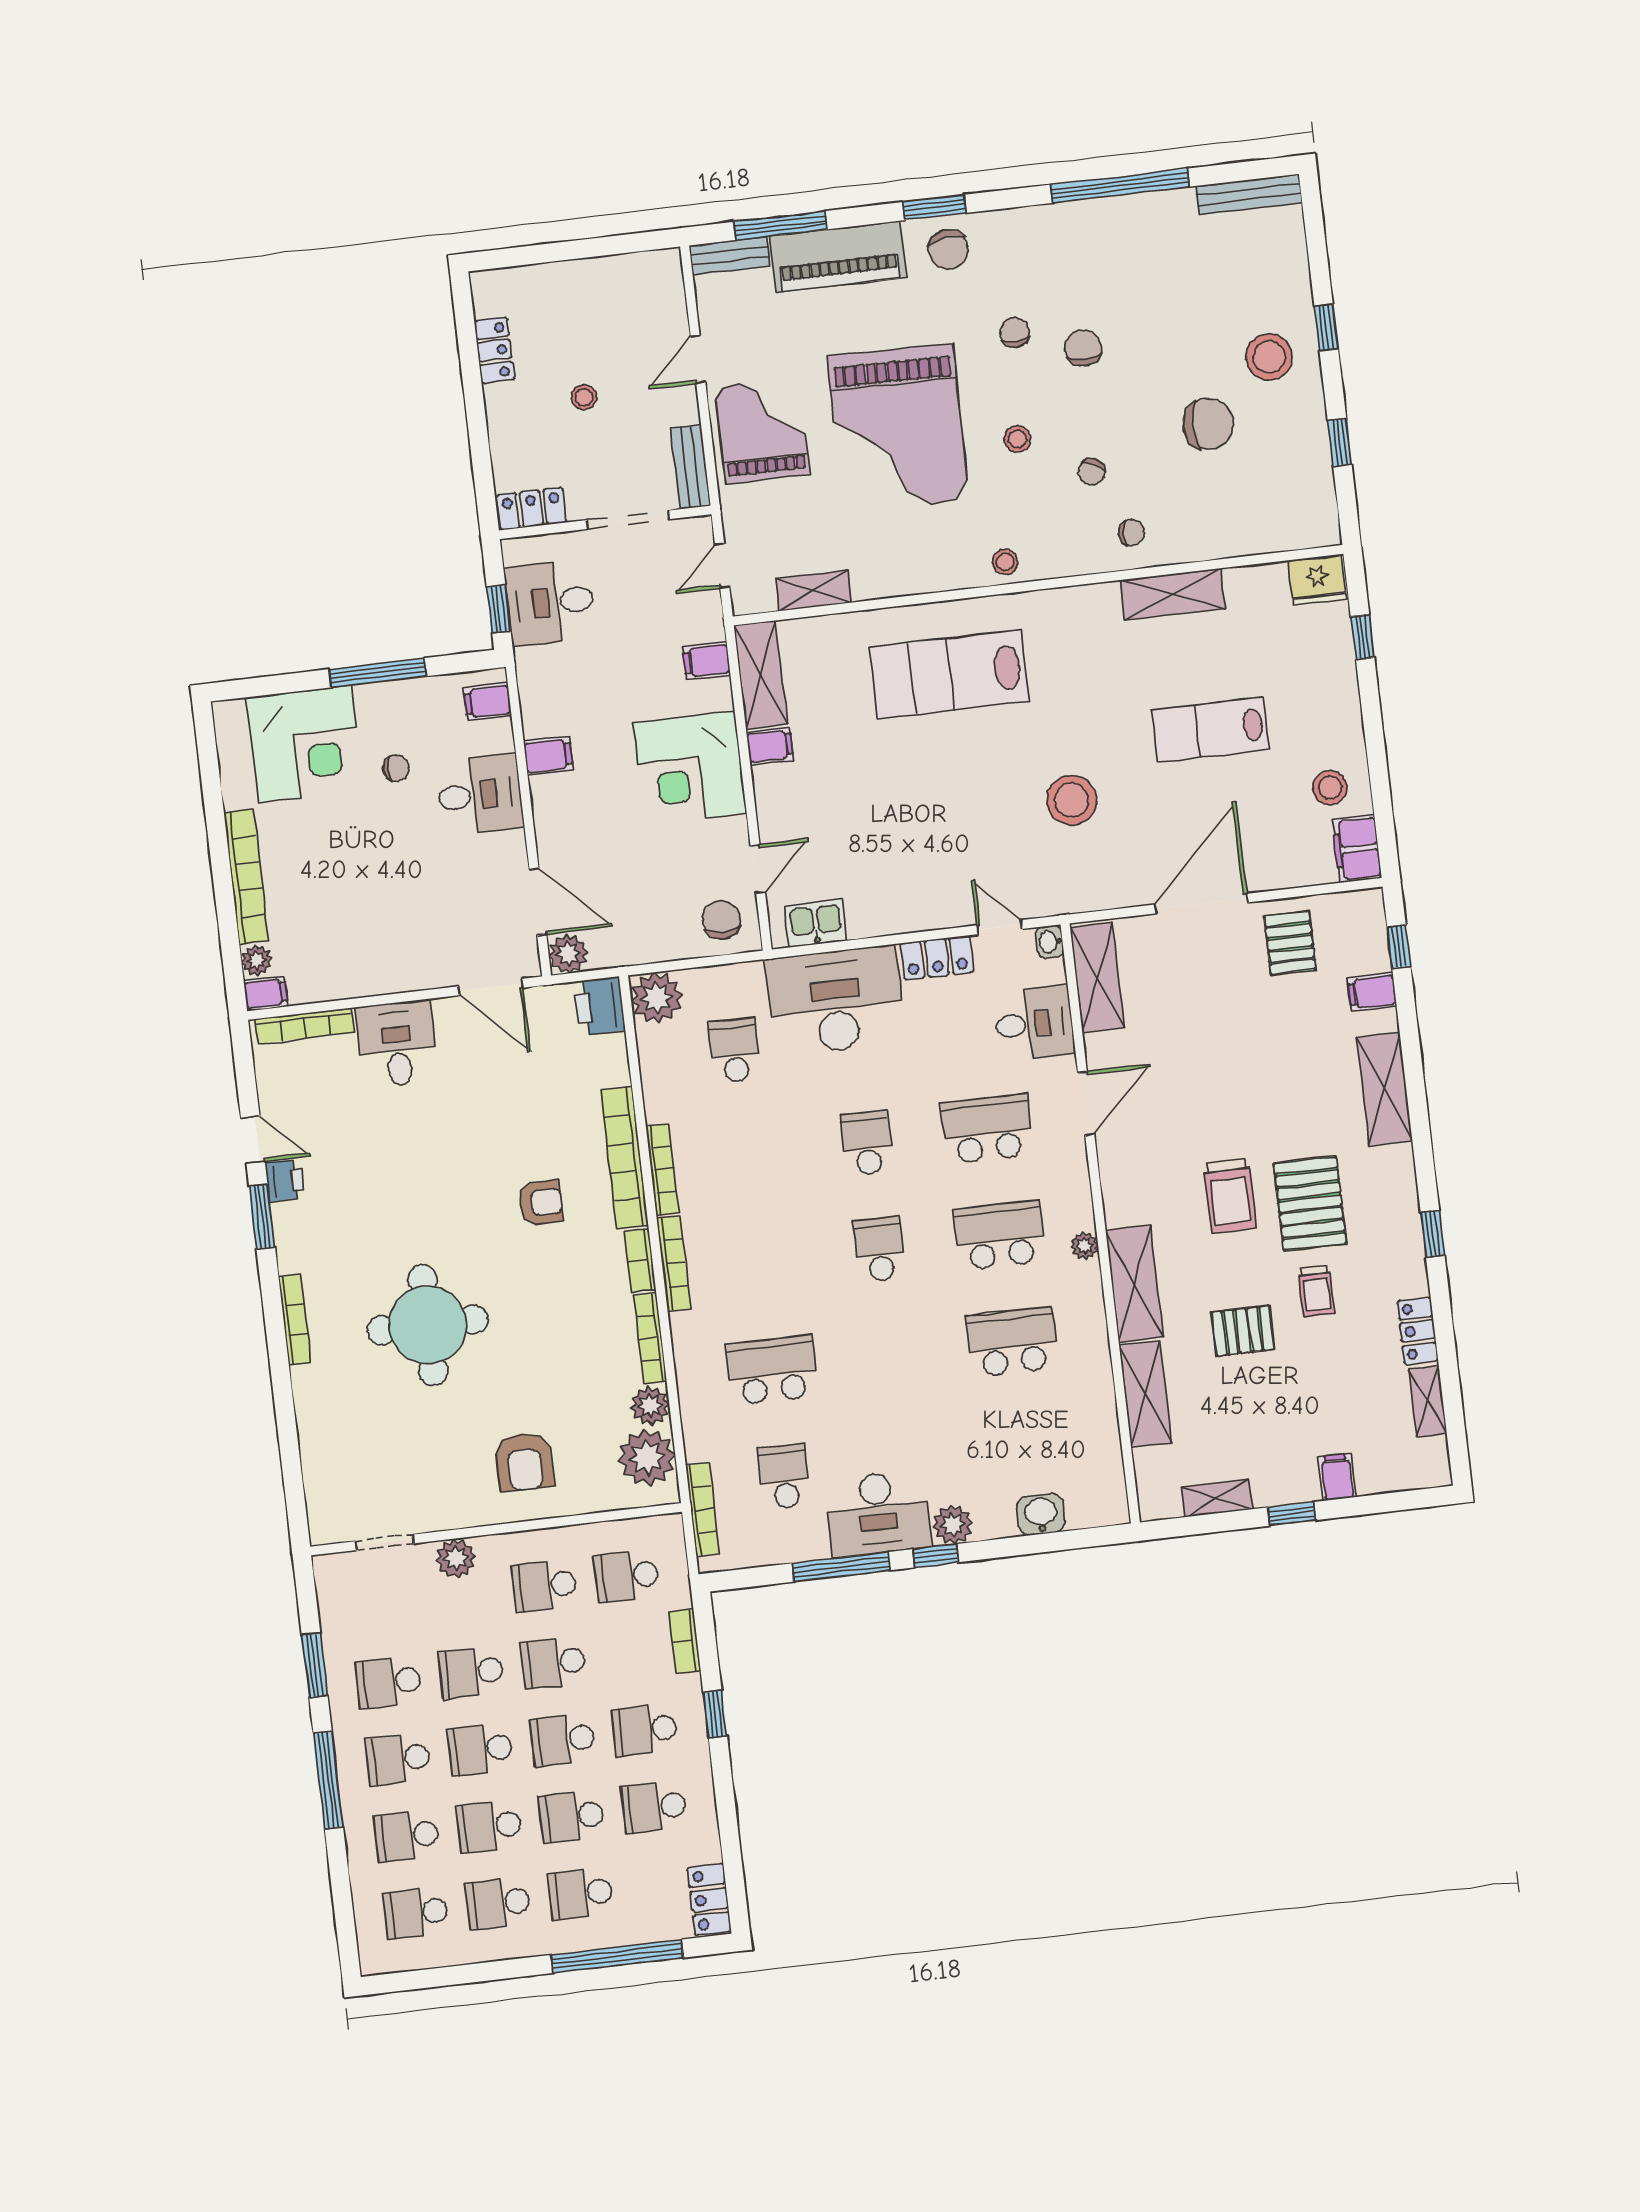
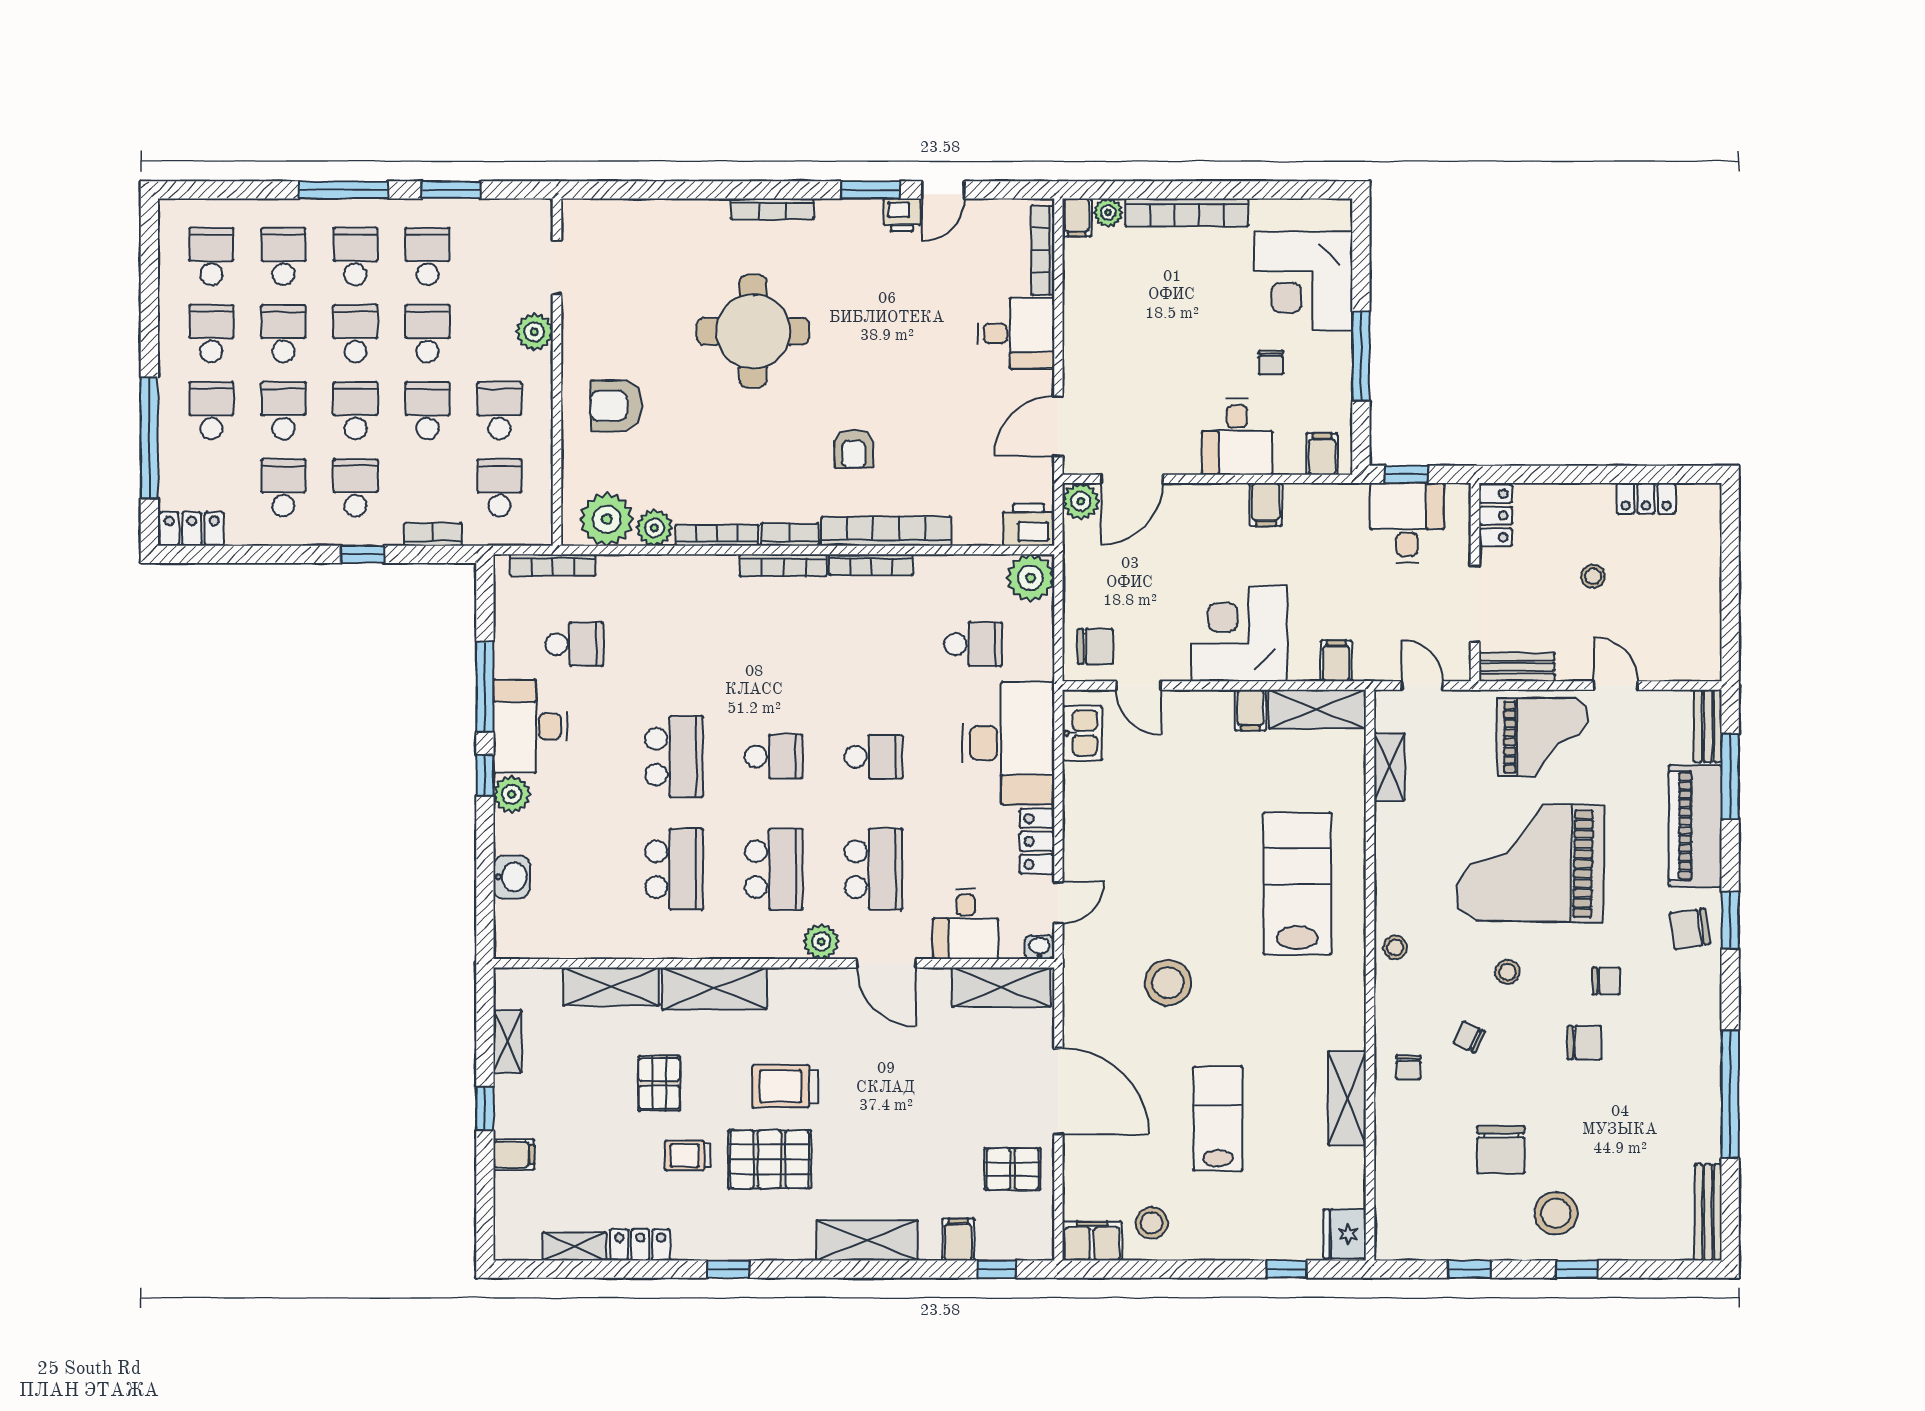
plant: (1085, 1246) -> (821, 942), moved, width x1.38, depth x1.38
school desk: (772, 1370) -> (674, 757), moved

